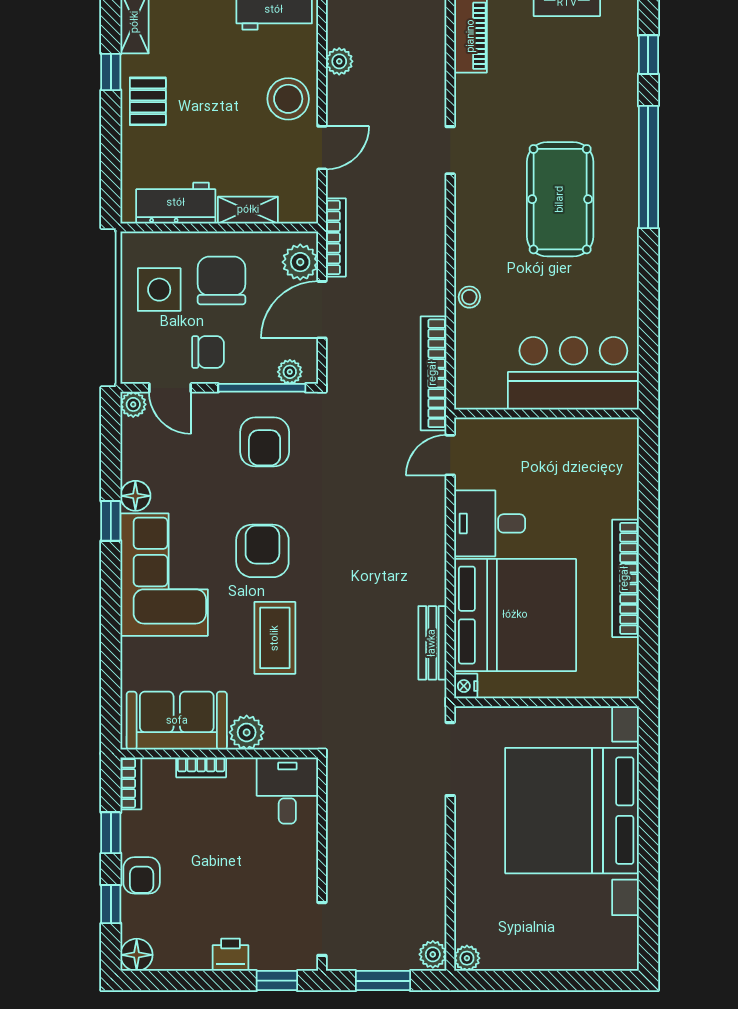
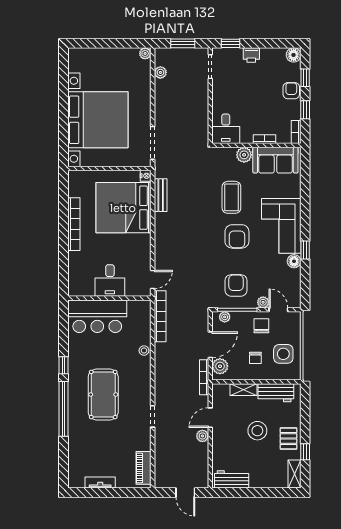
window: (648, 55) -> (64, 365), moved
plant: (339, 61) -> (202, 436), moved
stool: (288, 99) -> (257, 431), moved
chair: (222, 280) -> (255, 358), width x0.54, depth x0.54
chair: (208, 352) -> (261, 326), turned 90
plant: (133, 404) -> (263, 302), moved
desk: (490, 523) -> (110, 281), moved, turned 90
plant: (433, 954) -> (160, 72), moved

